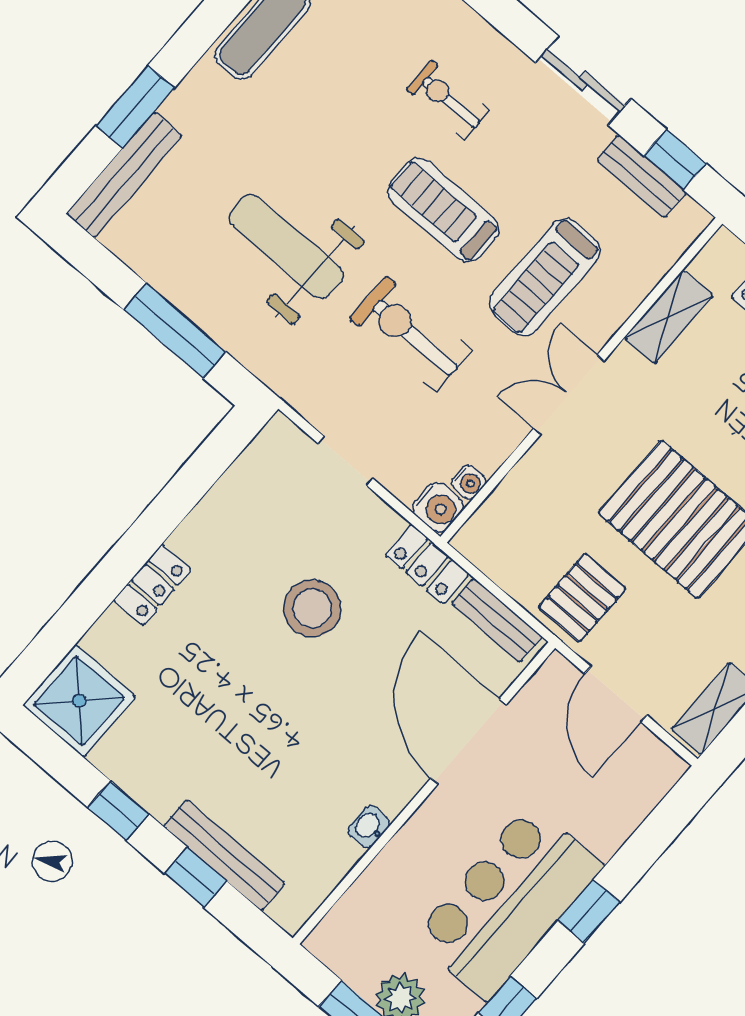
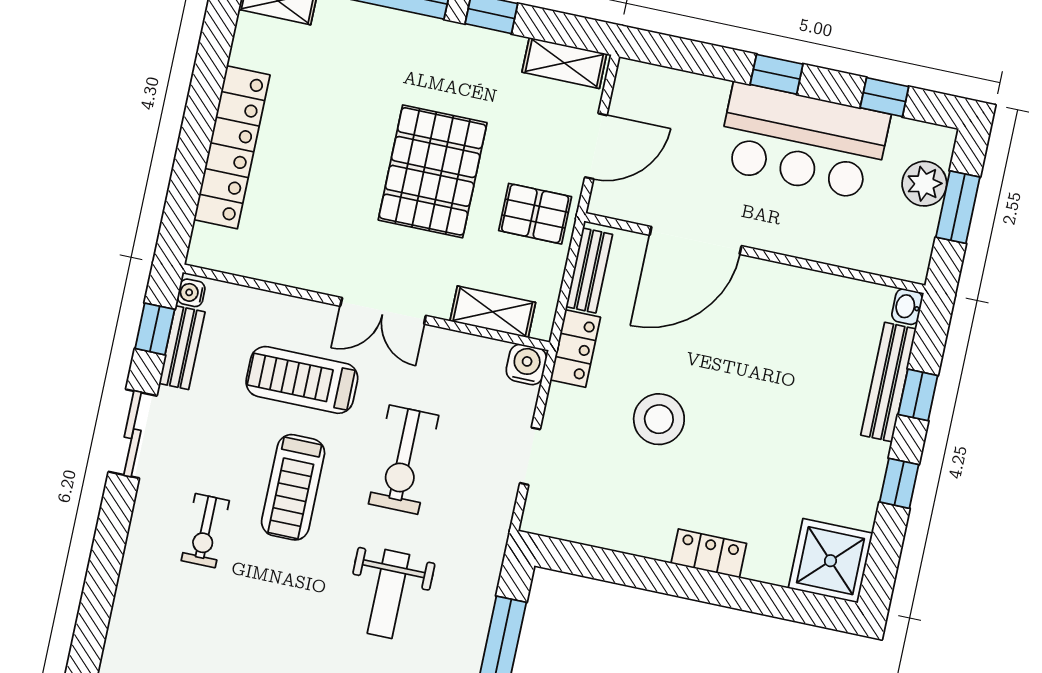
weight bench: (286, 246) -> (388, 594), width x0.73, depth x0.75
treadmill: (545, 277) -> (302, 380), turned 180
shelving: (669, 317) -> (493, 312), moved
water cooler: (469, 482) -> (191, 293), moved, turned -90
washbasin: (369, 827) -> (907, 307), moved, turned 90

